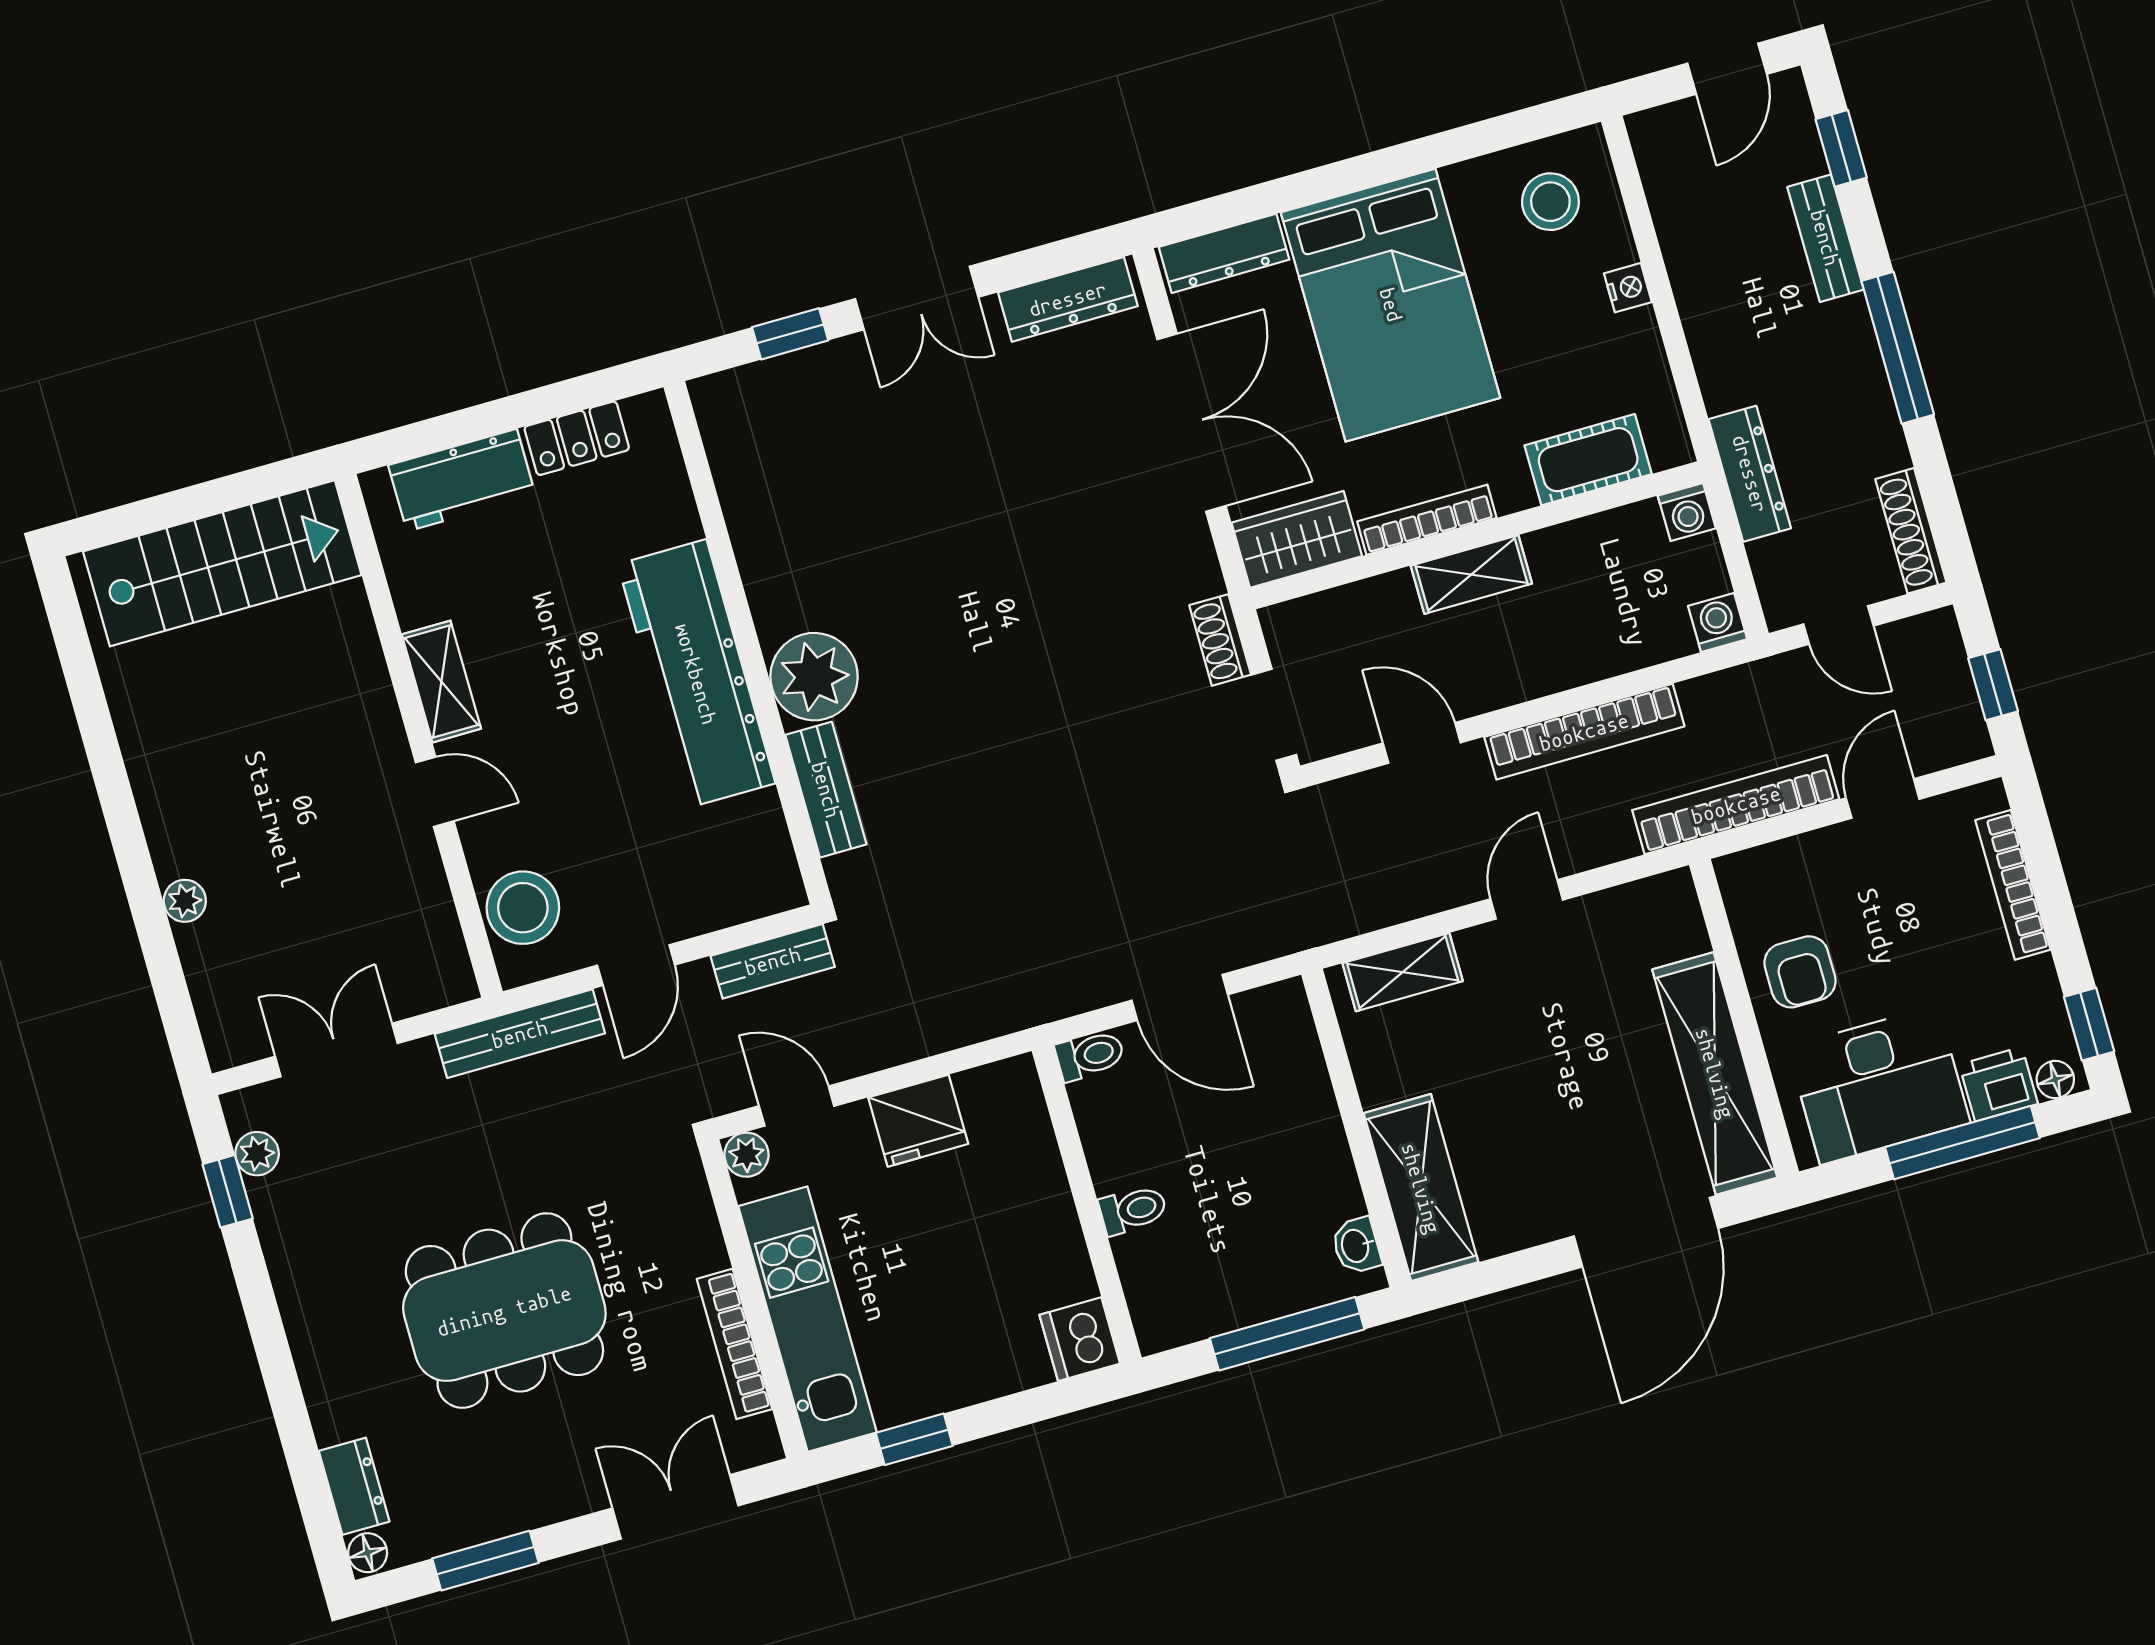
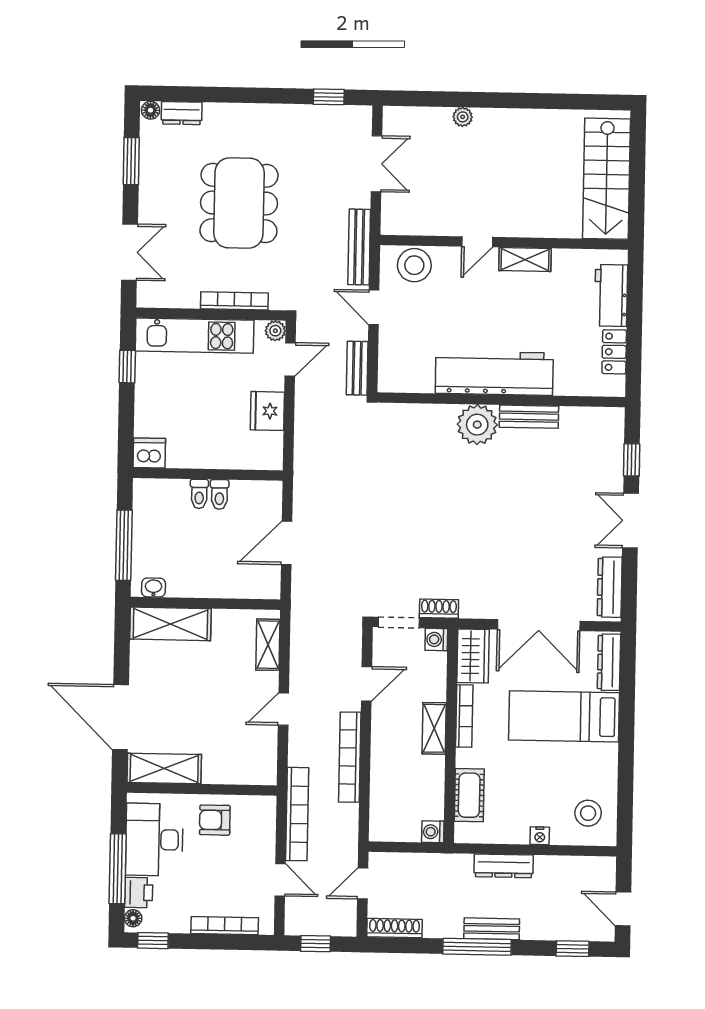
bench: (1825, 238) -> (492, 929), moved
bed: (1391, 305) -> (564, 716), width x0.67
dresser: (1750, 474) -> (504, 866), moved
washing machine: (1718, 622) -> (436, 639), moved, turned 180
bench: (826, 790) -> (529, 417), moved
door: (1527, 899) -> (283, 709), swing flipped
toilet: (1090, 1055) -> (219, 495), moved
shelving: (1715, 1073) -> (164, 768), width x0.68
plant: (257, 1154) -> (341, 115), removed
bookcase: (734, 1344) -> (234, 301), moved

